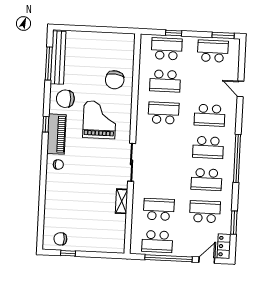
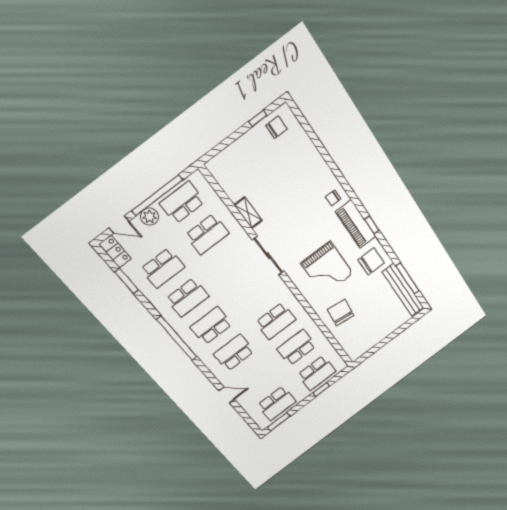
school desk: (206, 180) -> (187, 298), turned 180
plant: (184, 250) -> (149, 217), added
door: (207, 260) -> (119, 225), hinge flipped

